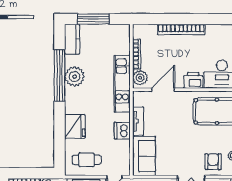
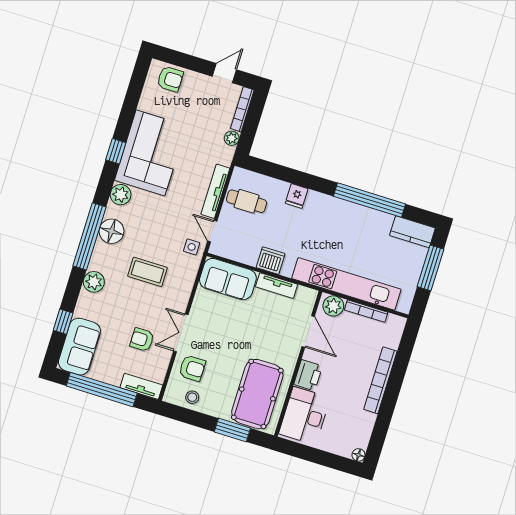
plant: (75, 77) -> (362, 220), removed
kitchen unit: (122, 84) -> (346, 284), width x1.36
fridge: (75, 126) -> (297, 196), width x0.53, depth x0.75
cafe table: (86, 160) -> (247, 201), turned 90

